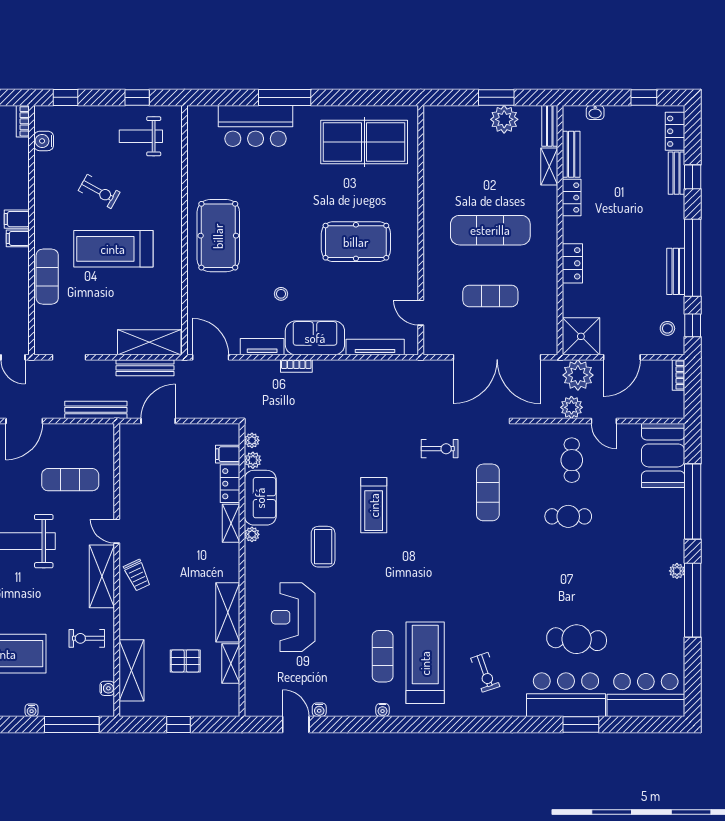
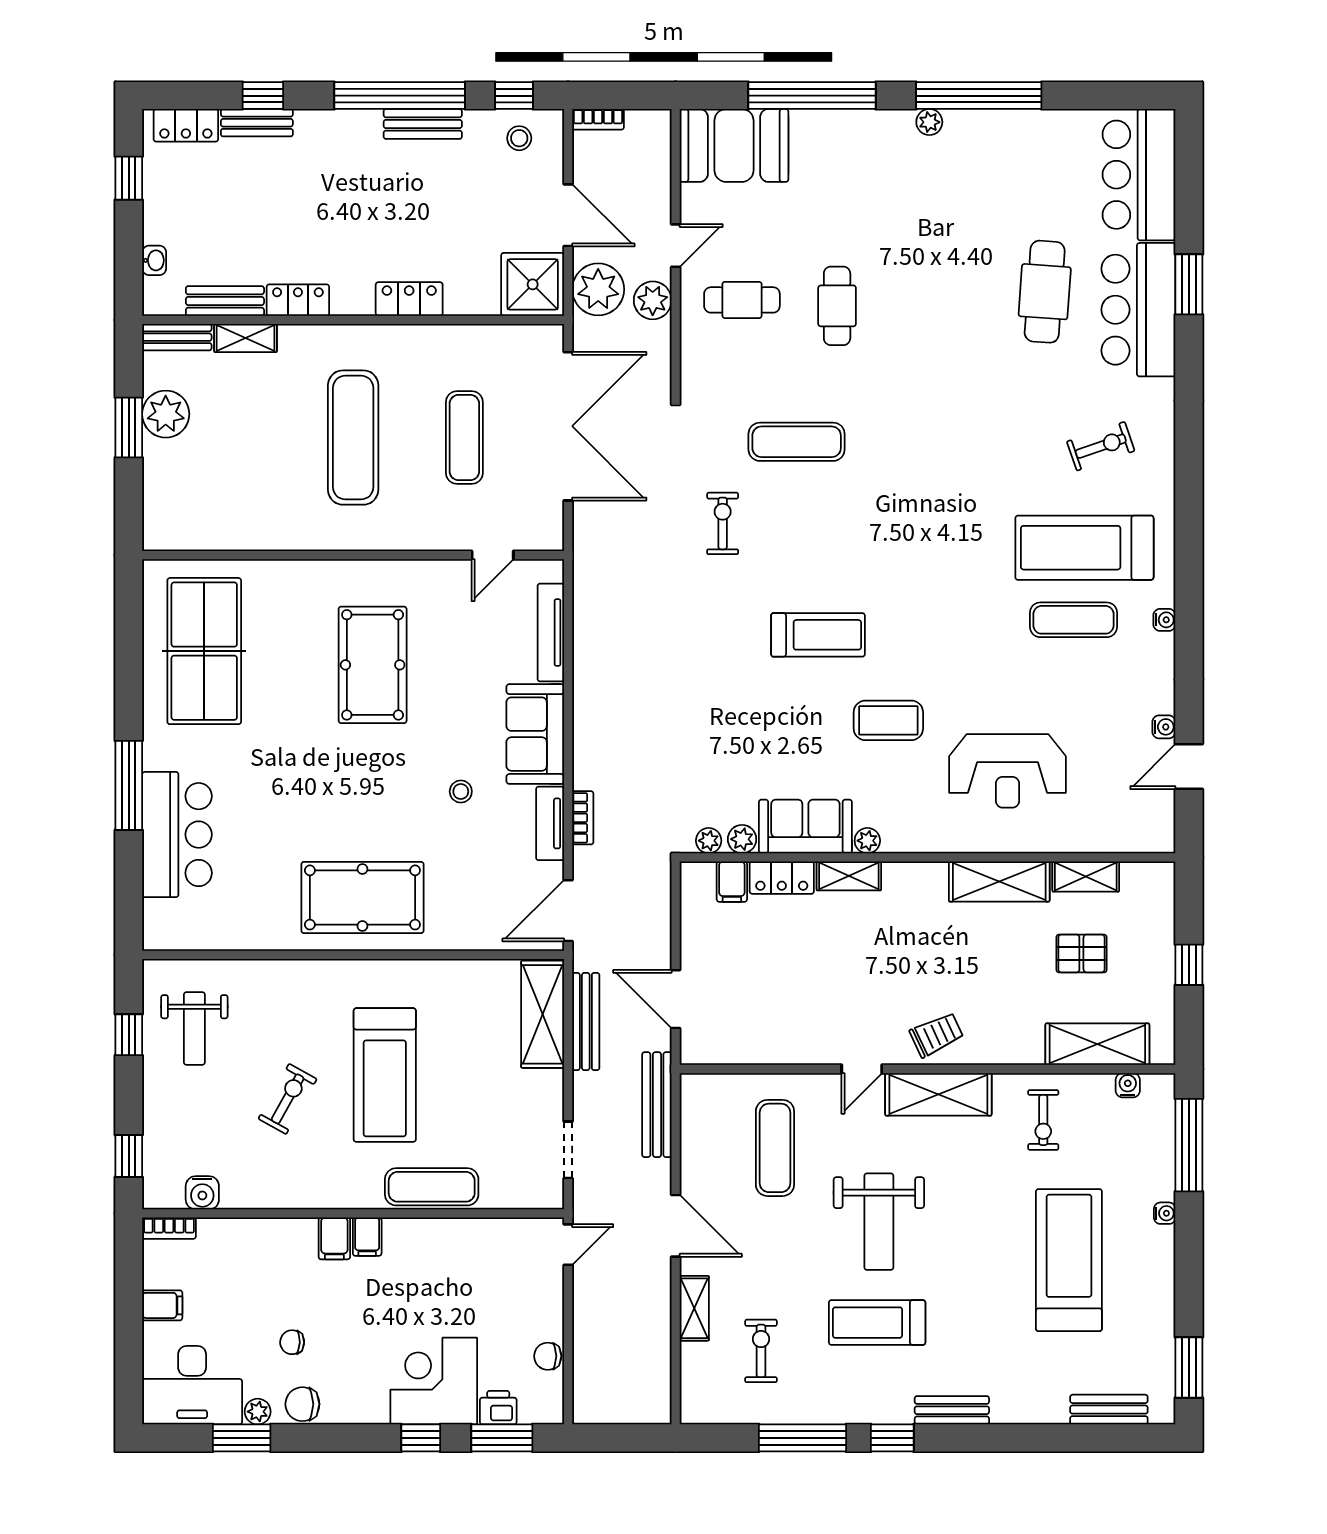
bookcase: (296, 366) -> (583, 818), moved
pallet: (185, 661) -> (1081, 953), turned 90

